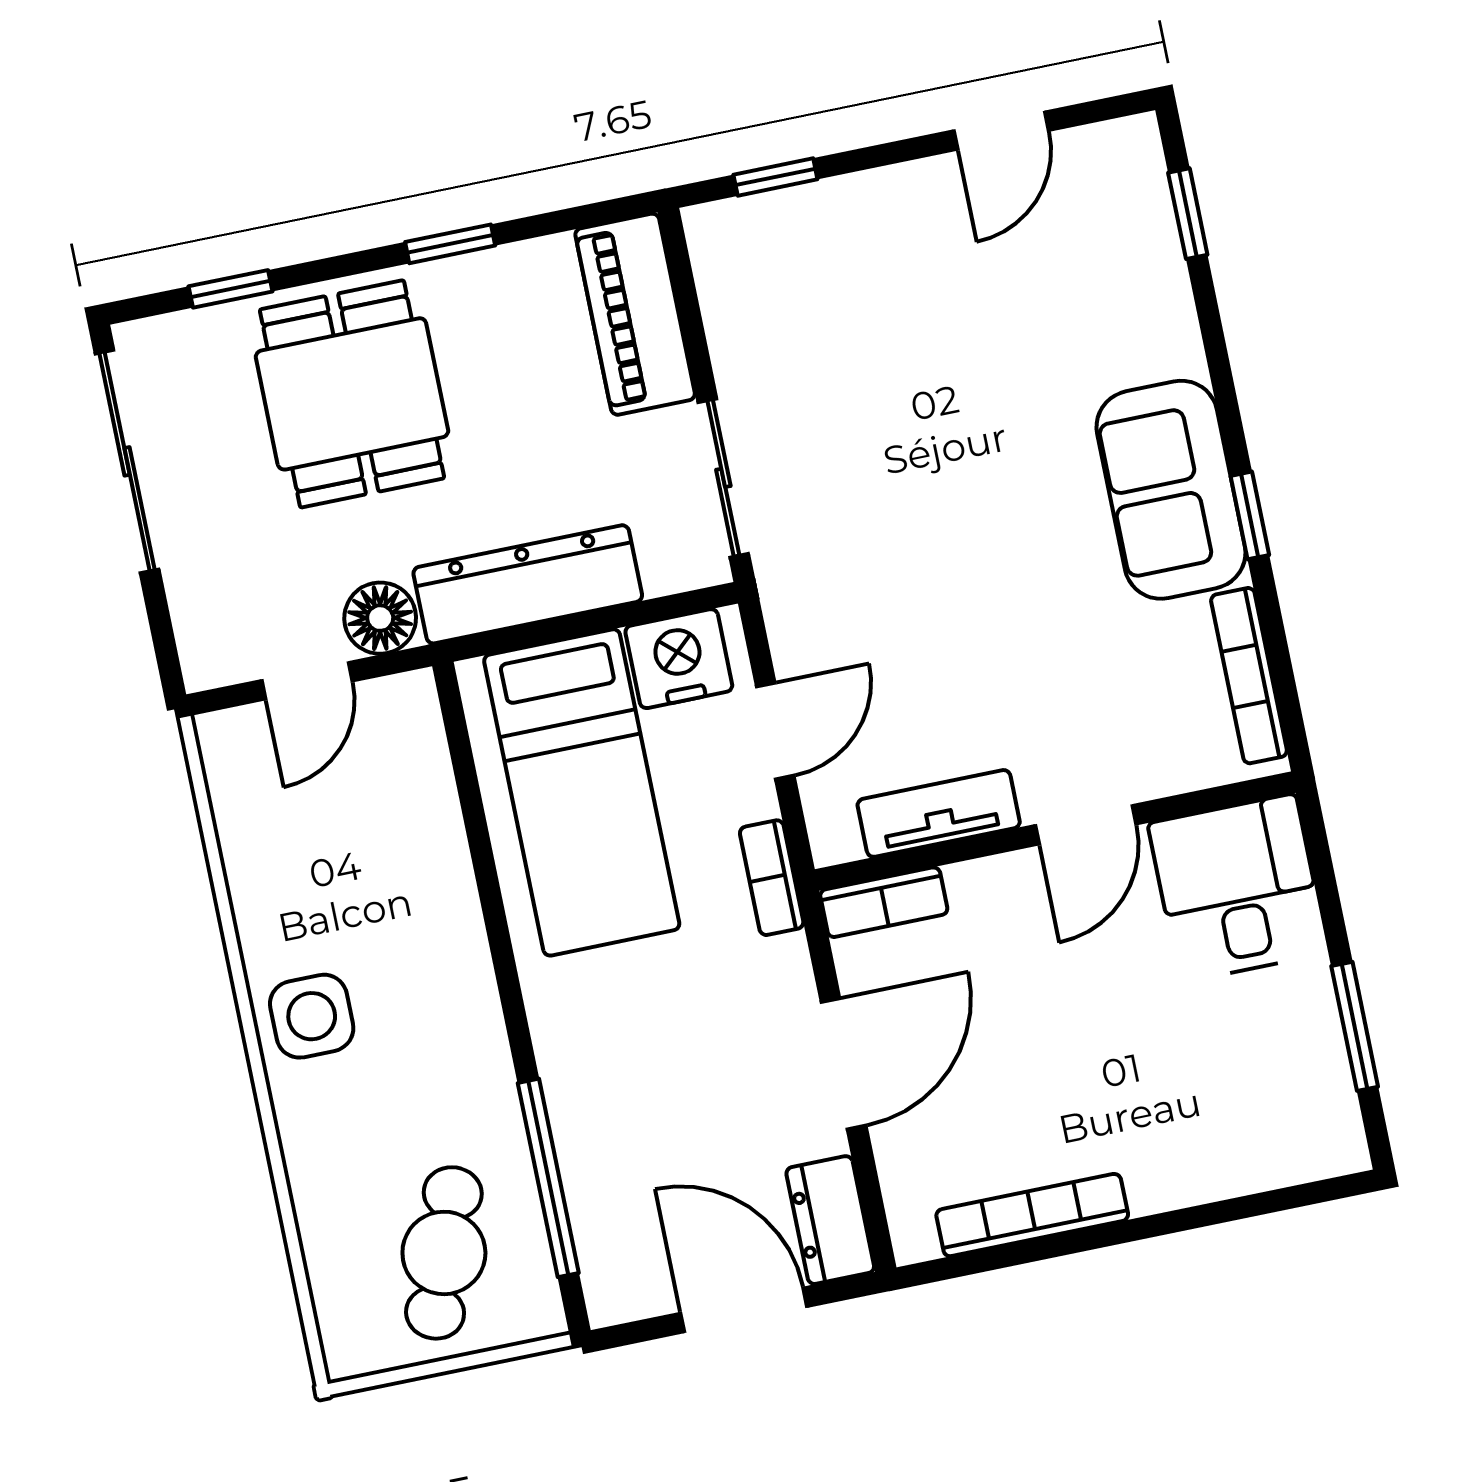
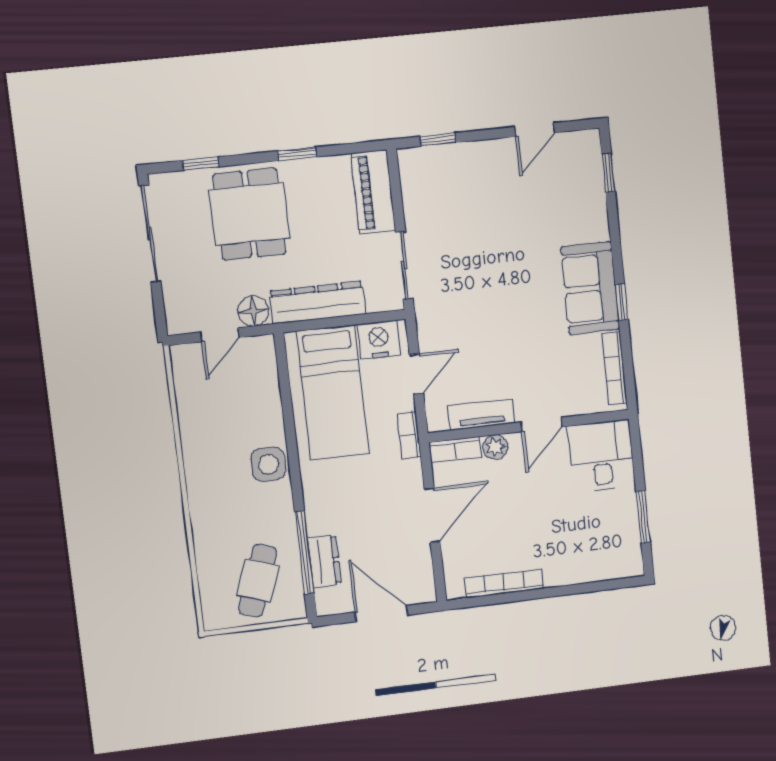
plant: (980, 888) -> (495, 447), added
side table: (312, 1016) -> (269, 464), moved
dresser: (830, 1220) -> (324, 561), moved, turned 180

